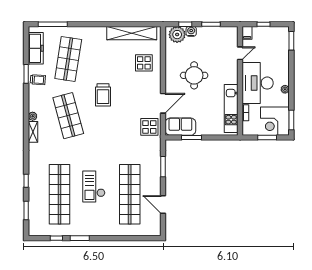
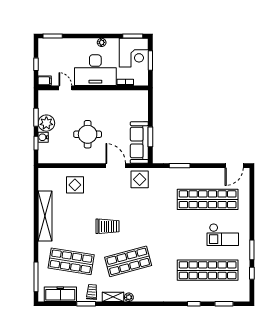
shelving: (132, 33) -> (45, 216), moved
plant: (177, 35) -> (46, 123), moved
kitchen unit: (231, 109) -> (121, 97), removed
sofa: (180, 127) -> (139, 143), width x1.36
shelving: (33, 132) -> (113, 297), moved
checkout: (94, 187) -> (223, 235), moved
door: (163, 205) -> (234, 166), moved

